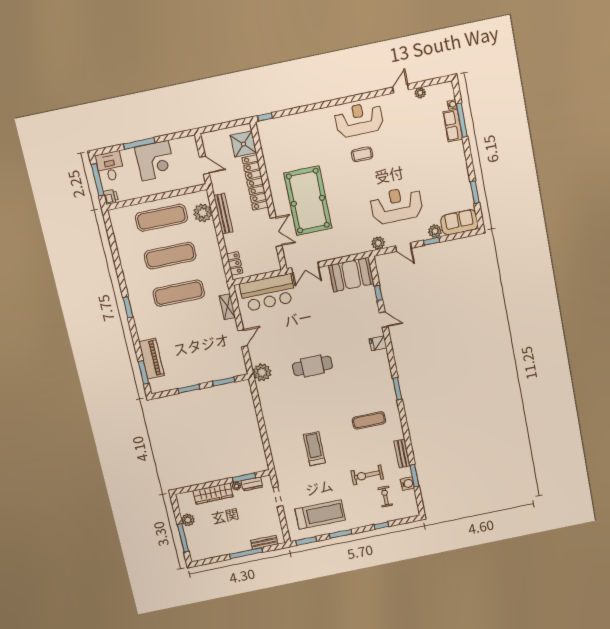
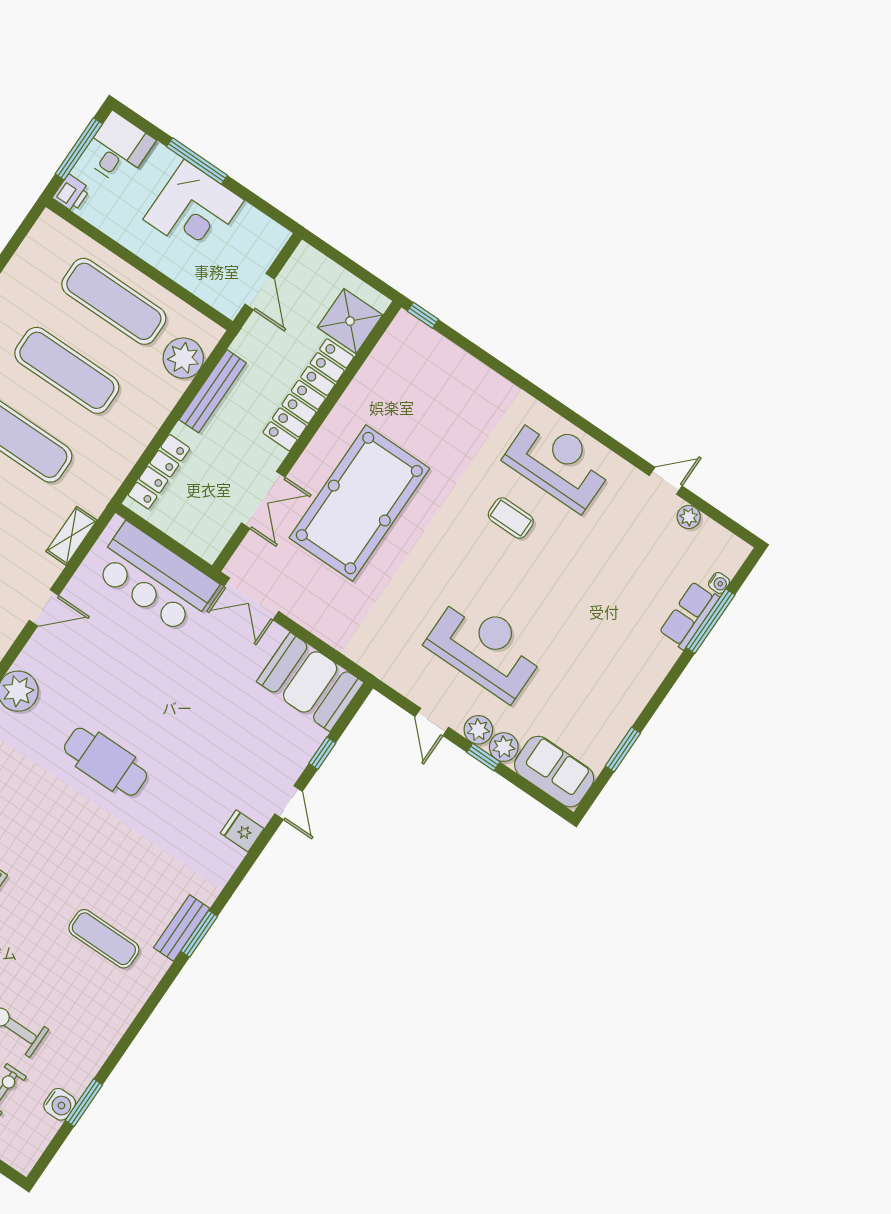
plant: (378, 243) -> (478, 730), moved
locker: (235, 264) -> (159, 472), width x1.53
bench: (402, 453) -> (182, 928), moved

